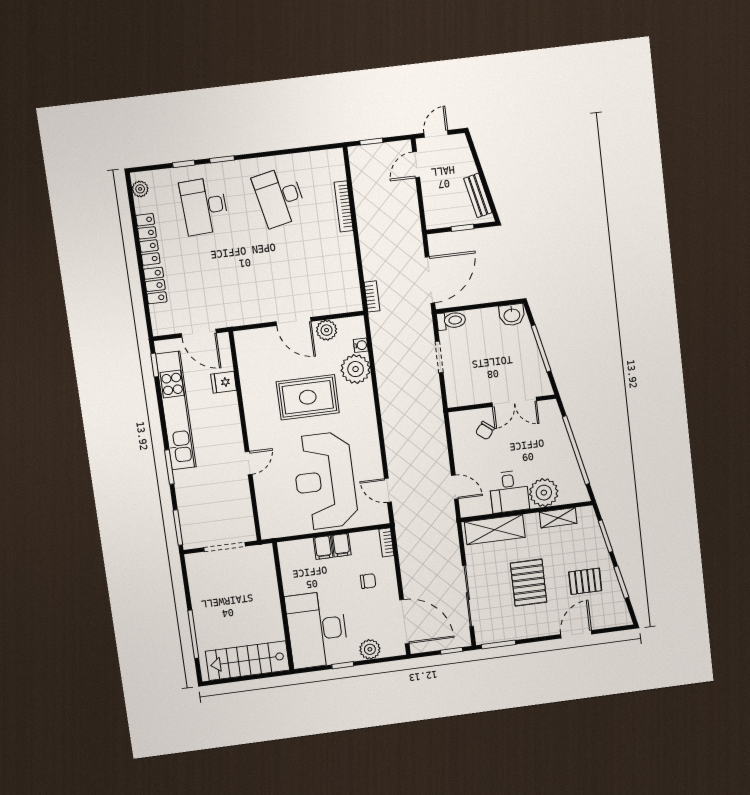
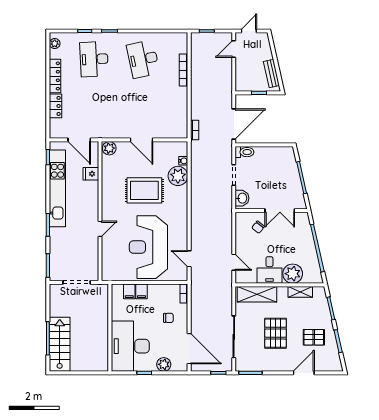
washbasin: (512, 315) -> (242, 198), moved, turned -90
plant: (327, 330) -> (109, 148), moved
filing cabinet: (341, 545) -> (129, 291), moved
stairs: (248, 661) -> (60, 344), moved, turned 90

